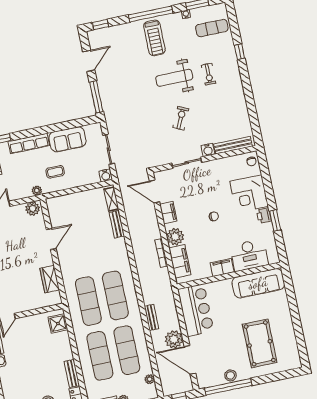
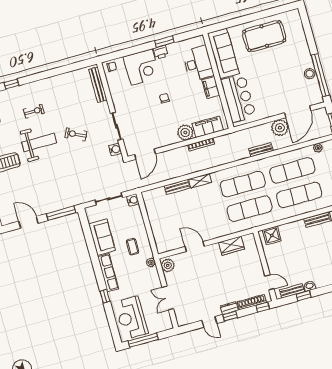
weight bench: (174, 78) -> (39, 143), turned -90
water cooler: (208, 150) -> (115, 149), moved
shelving: (111, 199) -> (200, 181), moved
filing cabinet: (168, 213) -> (164, 140), removed
bar counter: (196, 310) -> (238, 98), moved, turned 90
pool table: (260, 343) -> (264, 36), moved

